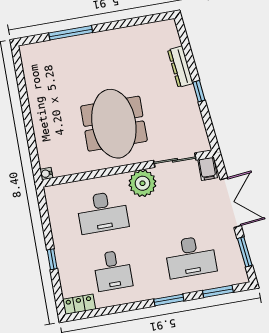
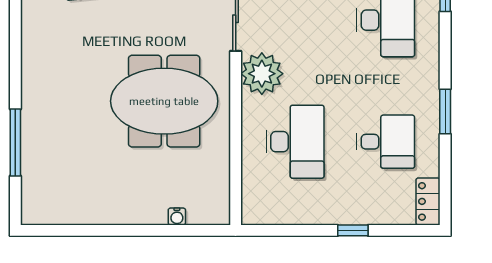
water cooler: (46, 174) -> (177, 216), moved
window: (169, 300) -> (445, 112), moved

